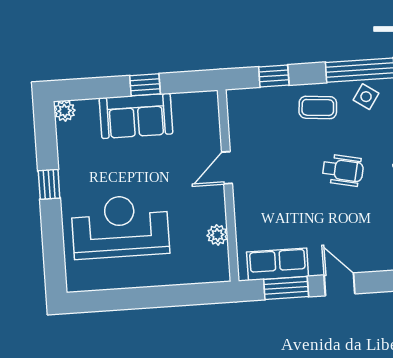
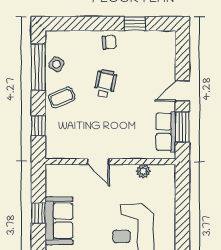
coffee table: (318, 107) -> (62, 97), turned 62

